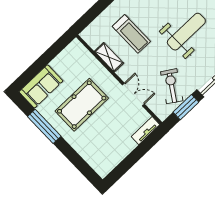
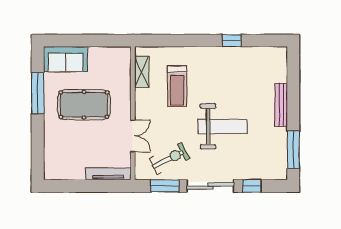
shelving: (109, 57) -> (142, 72), moved
exercise bike: (172, 86) -> (169, 159), turned 30
tv unit: (145, 131) -> (108, 174), width x1.41

